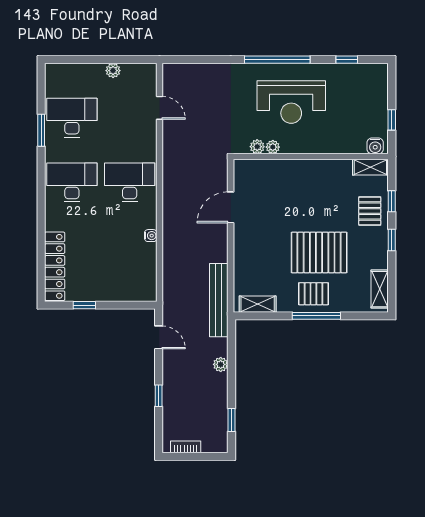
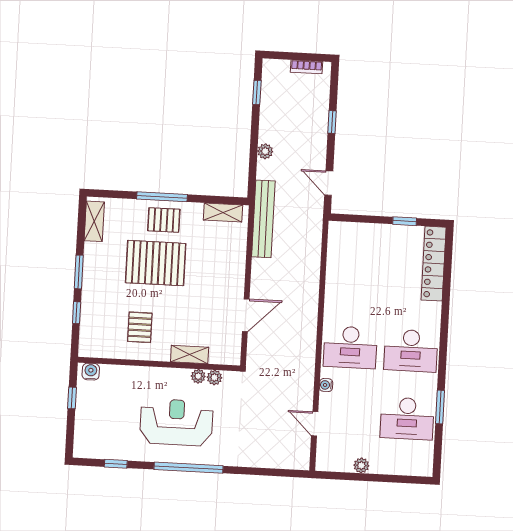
shelving: (370, 167) -> (190, 355), moved
pallet: (370, 211) -> (140, 327), moved
water cooler: (151, 236) -> (326, 385), moved
window: (392, 240) -> (79, 272), width x1.50

